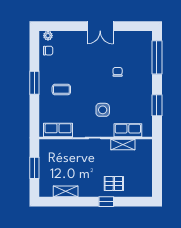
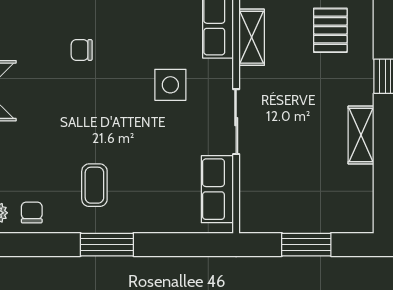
coffee table: (61, 90) -> (94, 185), moved
pallet: (114, 183) -> (330, 30), moved
shelving: (66, 191) -> (361, 135), moved

